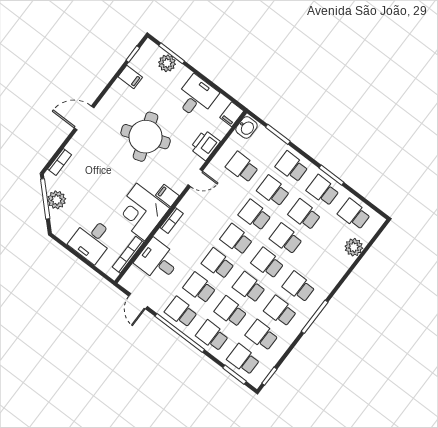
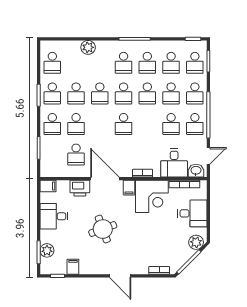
washbasin: (246, 127) -> (196, 171), moved
round table: (146, 137) -> (103, 229), width x0.73, depth x0.73
door: (195, 178) -> (105, 179), width x1.88
plant: (57, 200) -> (196, 242), moved
school desk: (255, 215) -> (100, 124), removed
plant: (354, 247) -> (88, 47), moved
school desk: (218, 264) -> (147, 124), removed

